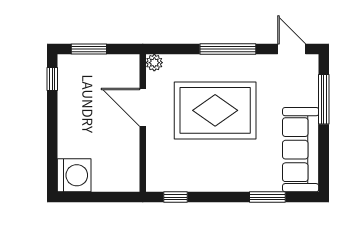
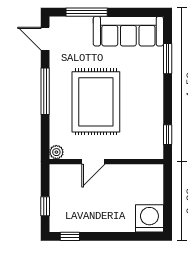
window: (89, 49) -> (45, 206), width x0.67
door: (292, 49) -> (45, 39), hinge flipped
door: (143, 107) -> (93, 162), width x0.73

